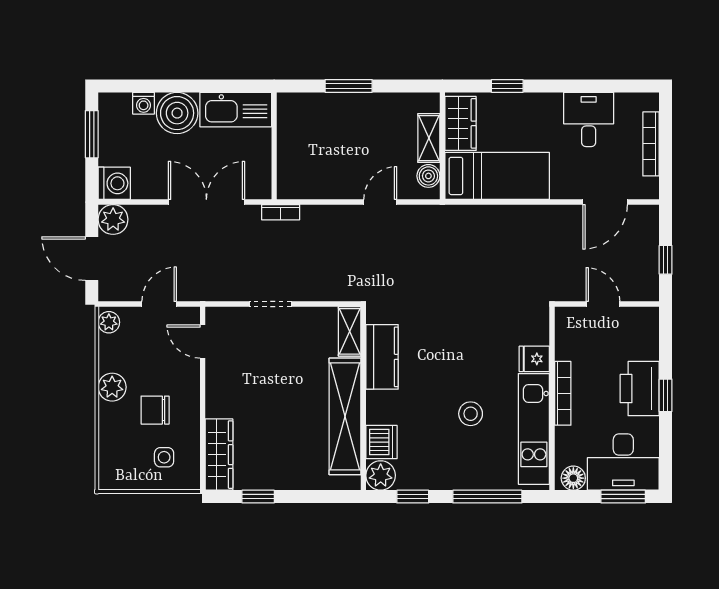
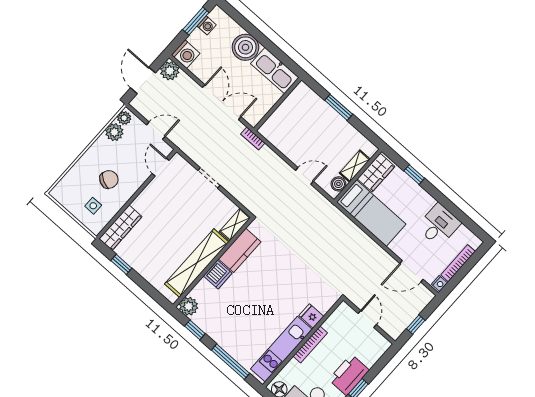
washing machine: (144, 103) -> (207, 25), moved, turned -90
nightstand: (650, 187) -> (439, 283), added
plant: (112, 387) -> (114, 132), moved
chair: (155, 410) -> (109, 179), turned 118
stool: (471, 414) -> (258, 315), removed
dishwasher: (381, 442) -> (218, 274), moved

